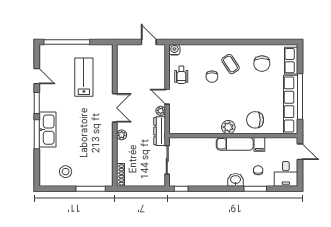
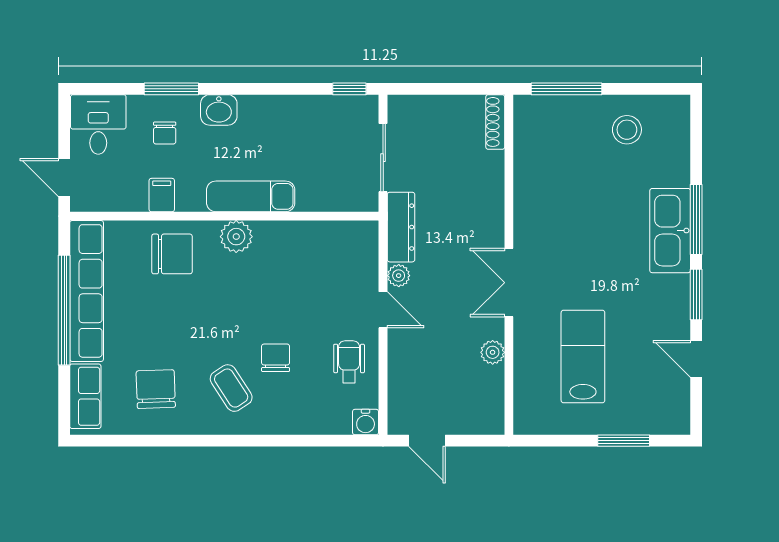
window: (67, 42) -> (624, 441), width x0.47
lab bench: (84, 77) -> (583, 356), turned 180
plant: (122, 135) -> (493, 352), moved
exam couch: (235, 144) -> (251, 196), moved

